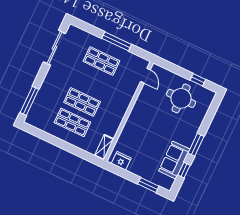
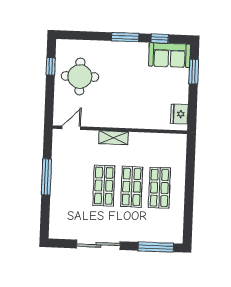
sliding door: (54, 48) -> (98, 245), moved
shop shelf: (101, 61) -> (104, 186), moved
shelving: (104, 147) -> (114, 138), moved
sofa: (174, 160) -> (170, 55), moved

